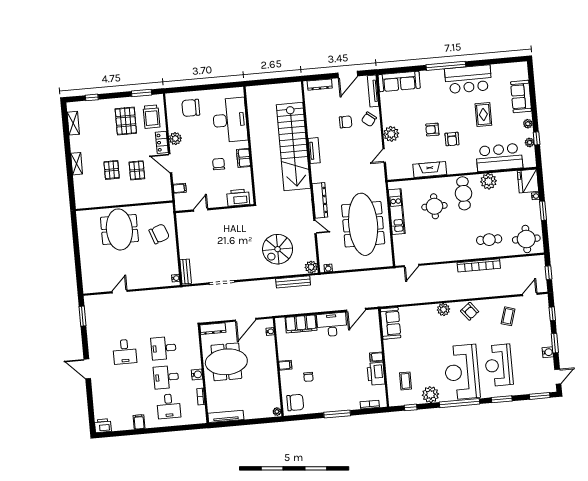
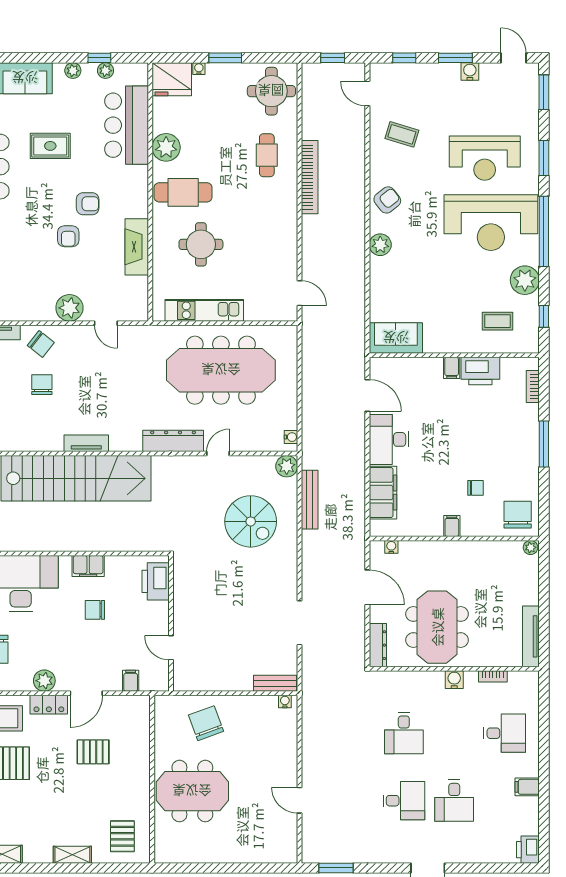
pallet: (112, 170) -> (122, 836), moved, turned 90
desk: (166, 377) -> (454, 801), moved

